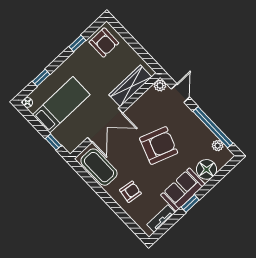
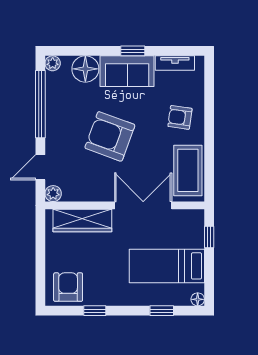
plant: (218, 146) -> (53, 63), moved

